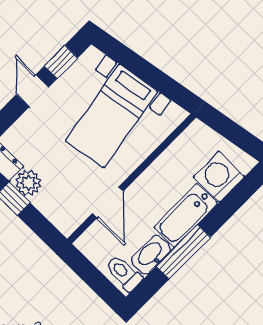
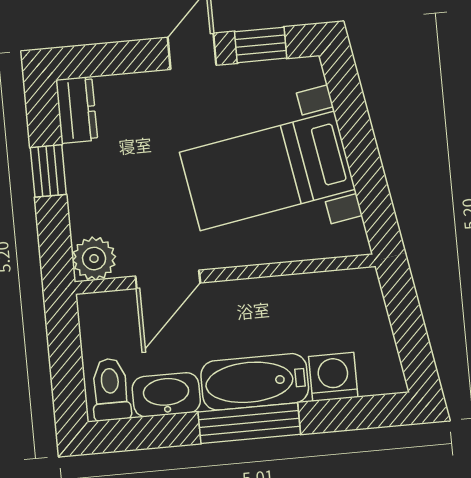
washing machine: (219, 177) -> (333, 377), width x0.73, depth x0.73
plant: (28, 183) -> (94, 259), moved
window: (183, 252) -> (249, 423), moved

